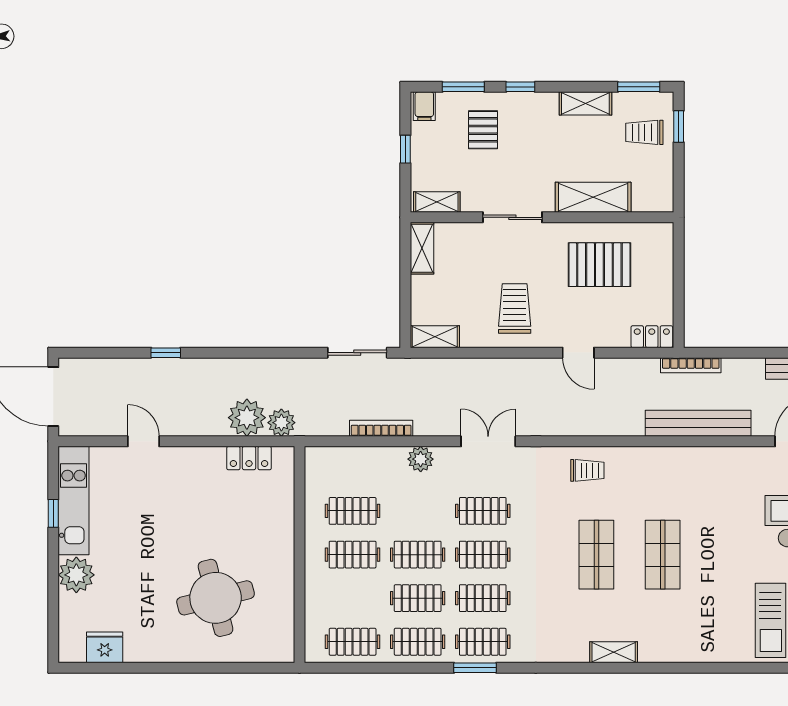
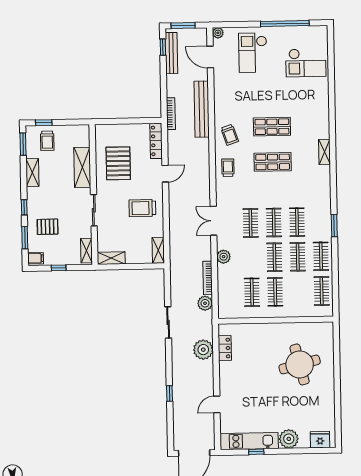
locker: (652, 337) -> (156, 141), width x1.53
sliding door: (357, 353) -> (168, 322), moved
plant: (281, 423) -> (205, 303), moved
trolley: (649, 475) -> (230, 135), added
clothes rail: (483, 642) -> (320, 222), removed
fridge: (105, 647) -> (320, 440), moved, turned 90

